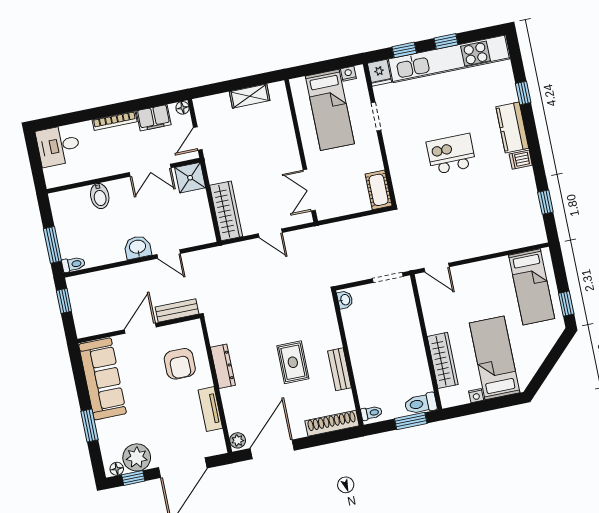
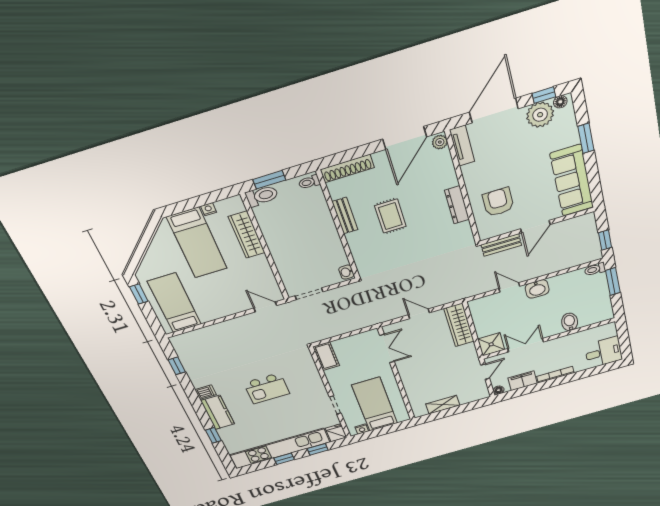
tv unit: (210, 409) -> (462, 146), moved

